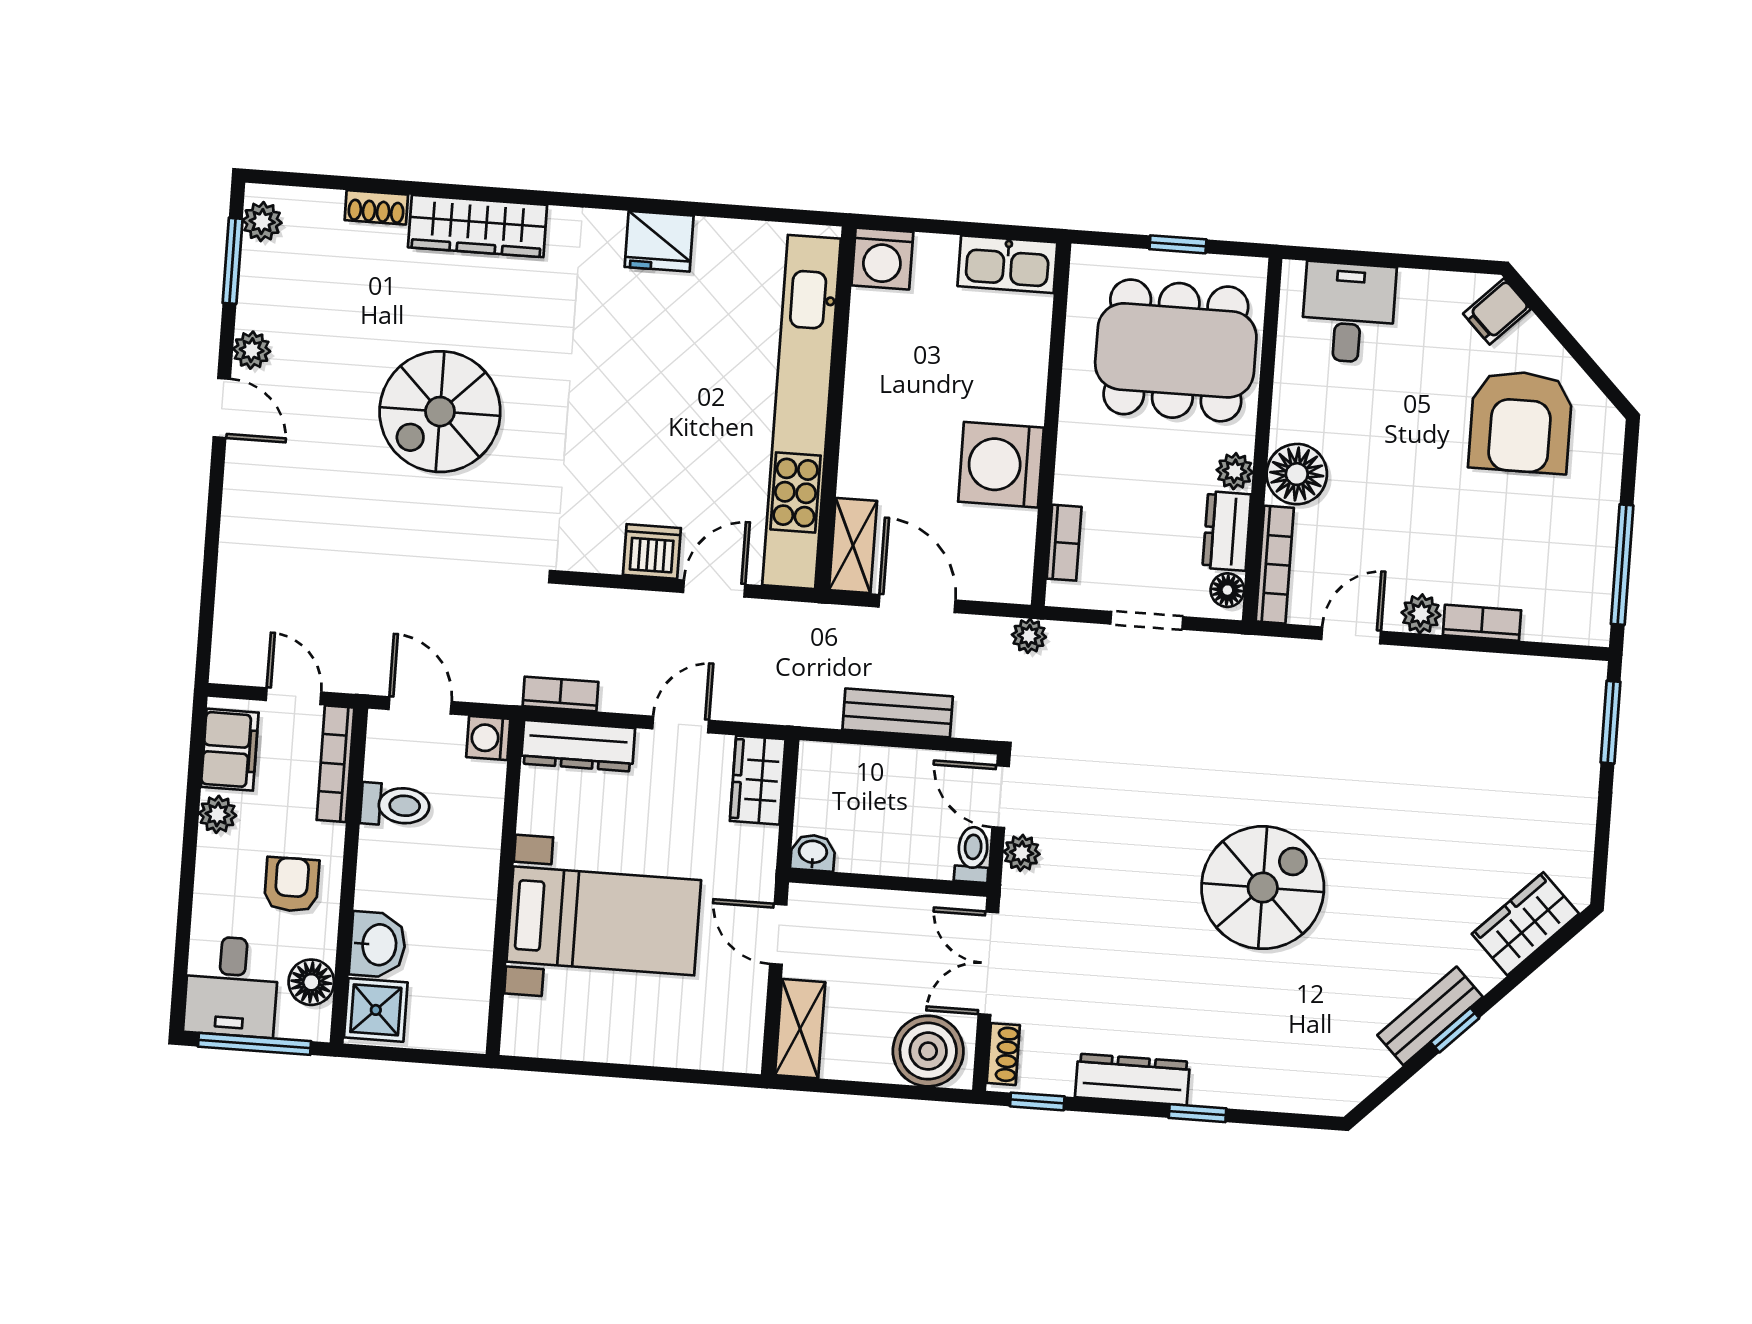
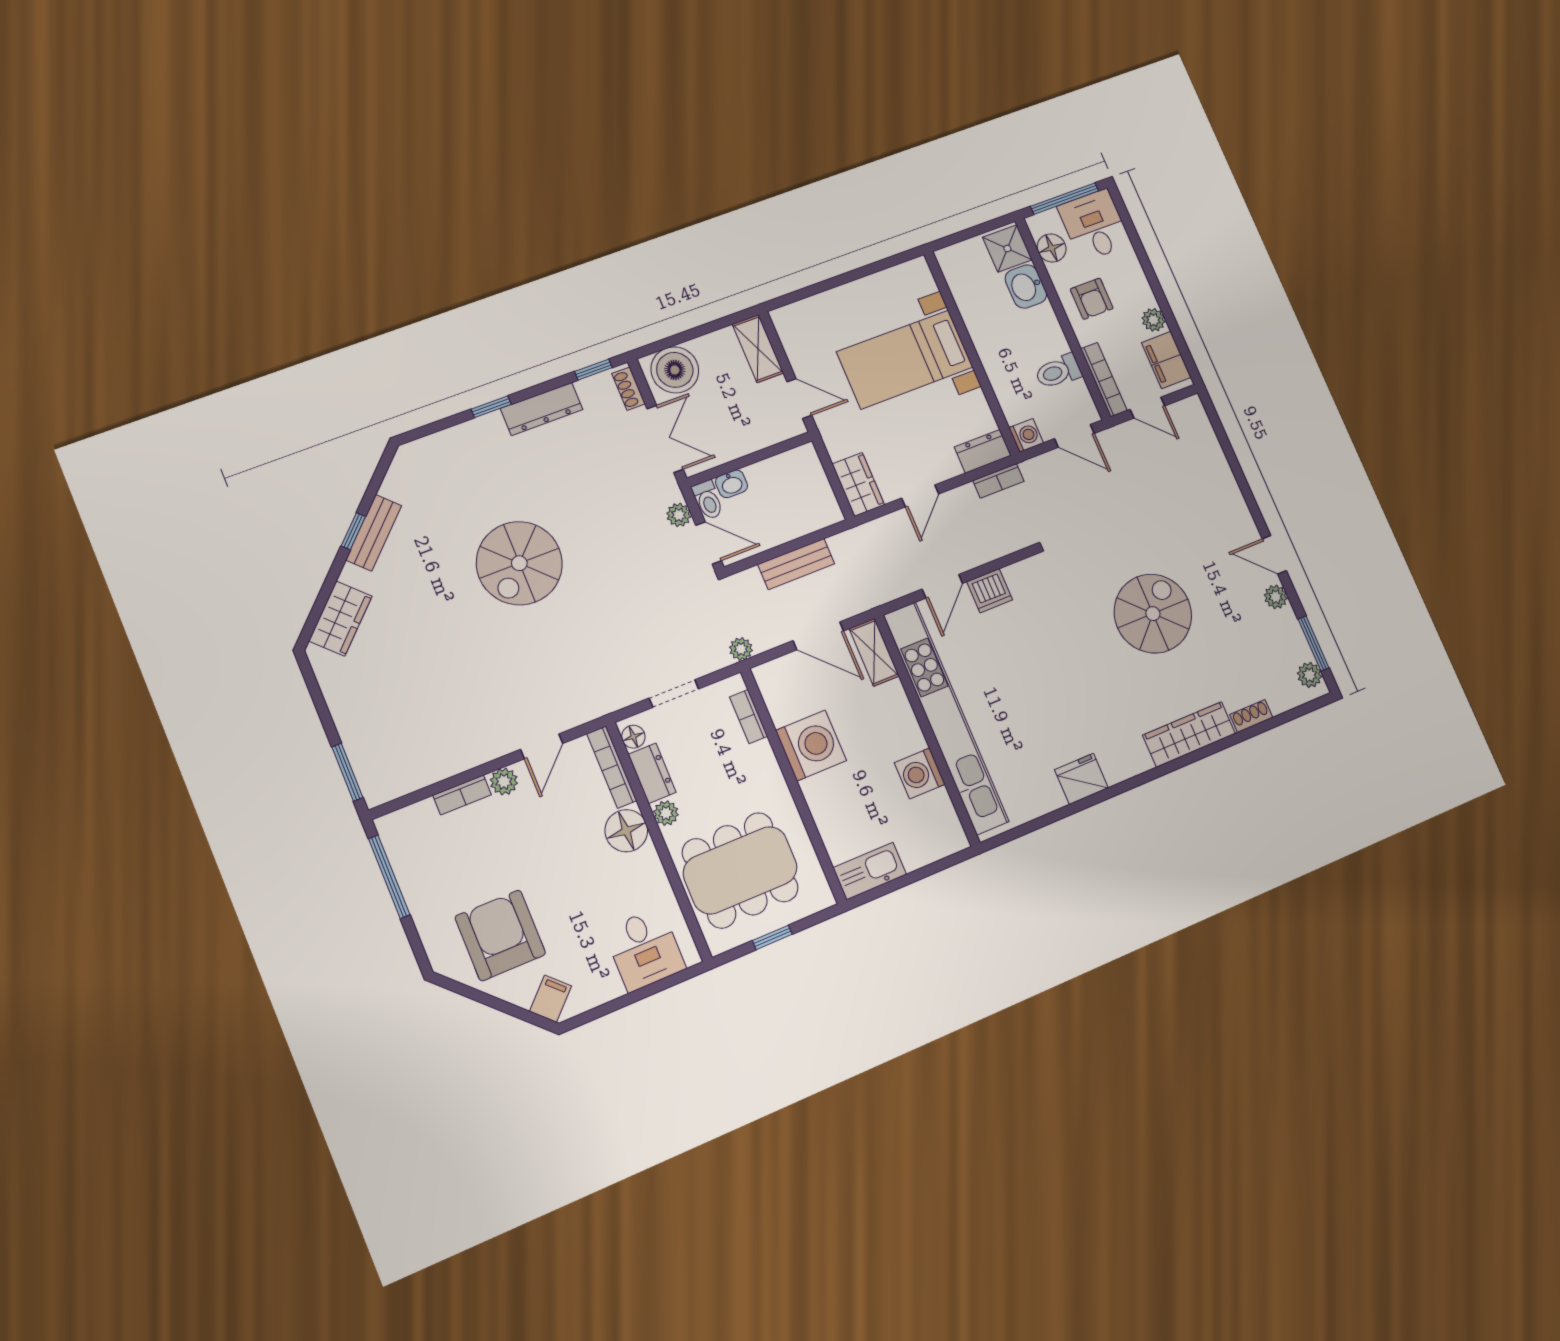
washing machine: (882, 259) -> (920, 773), moved, turned -90
dresser: (578, 746) -> (983, 451), width x0.70
washbasin: (813, 853) -> (732, 484), moved

